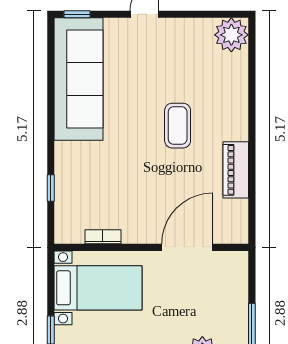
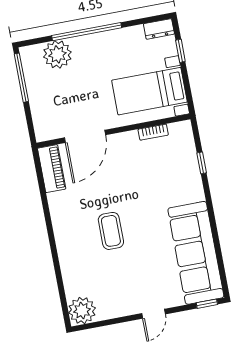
piano: (236, 170) -> (52, 169), moved

